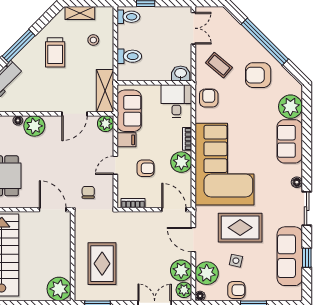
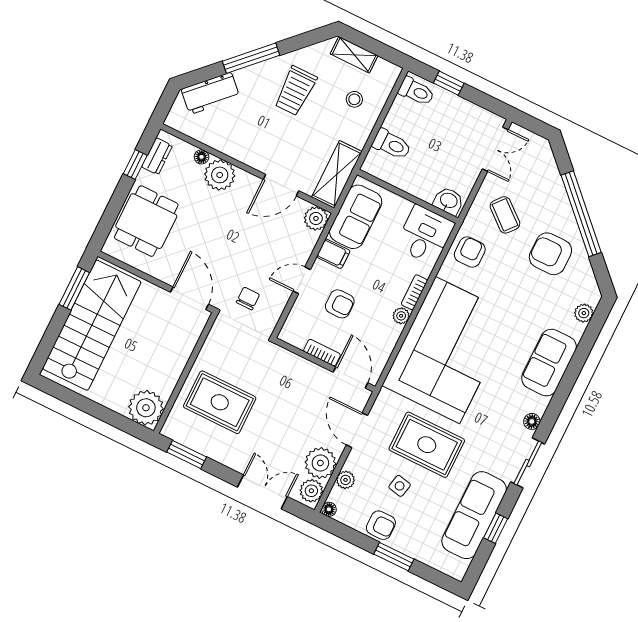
plant: (290, 107) -> (584, 313), width x0.53, depth x0.53
plant: (181, 162) -> (401, 316), width x0.53, depth x0.53
bookcase: (133, 203) -> (322, 353), moved
rug: (102, 264) -> (220, 402), turned 90
plant: (207, 273) -> (346, 480), width x0.53, depth x0.53

